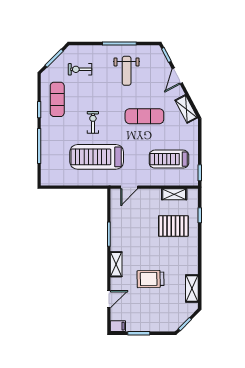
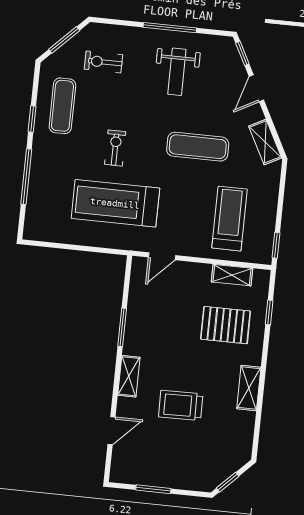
treadmill: (169, 159) -> (230, 219), turned 90
shelving: (192, 288) -> (249, 388), moved
filing cabinet: (118, 326) -> (121, 475), removed

